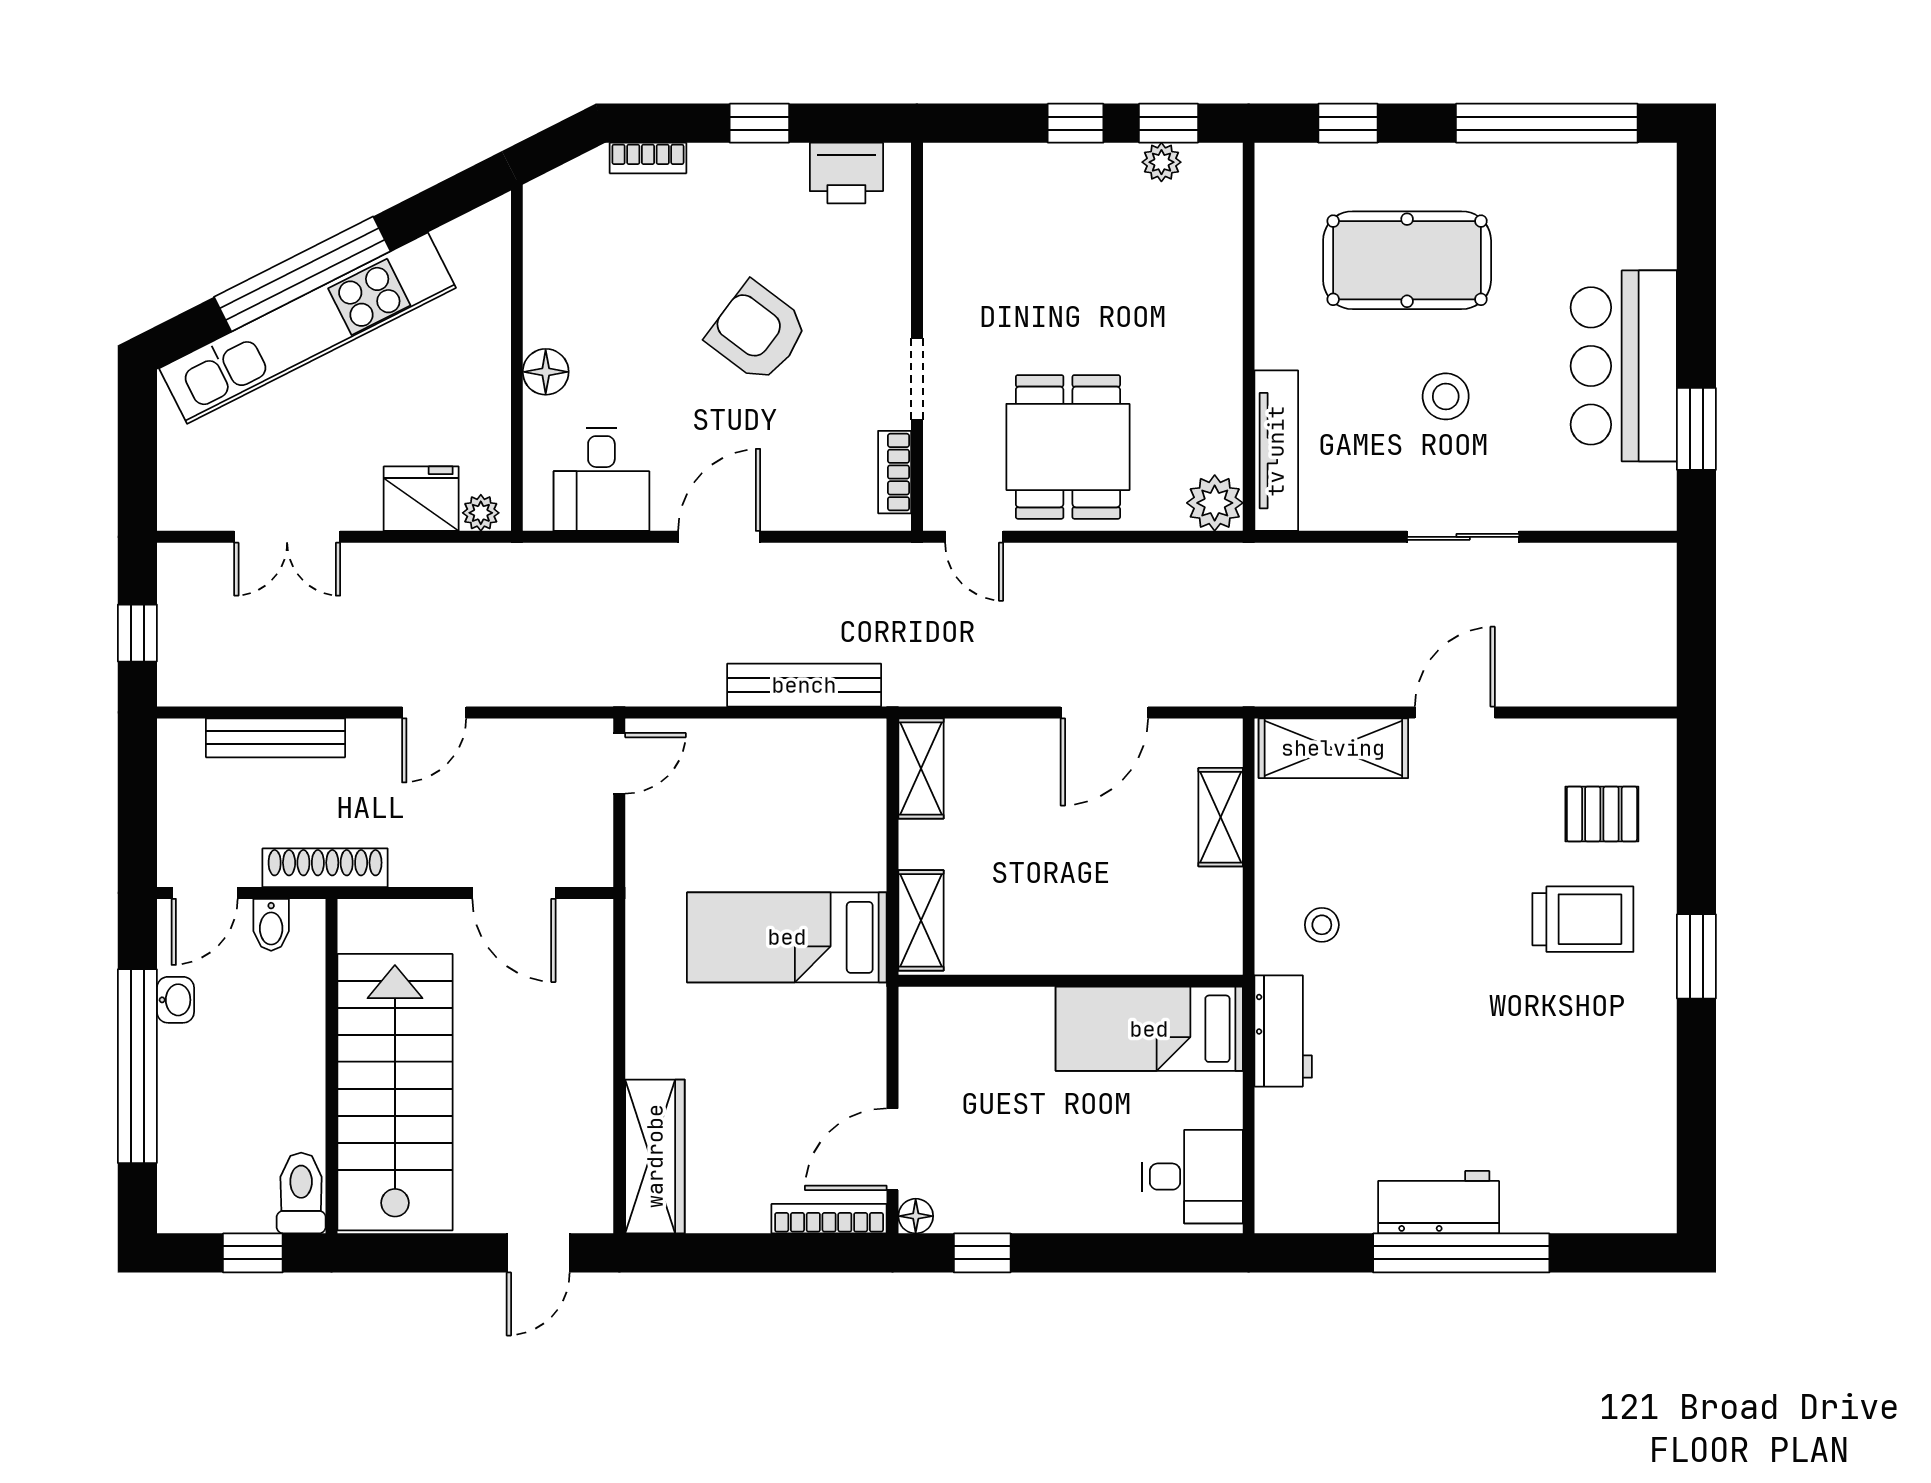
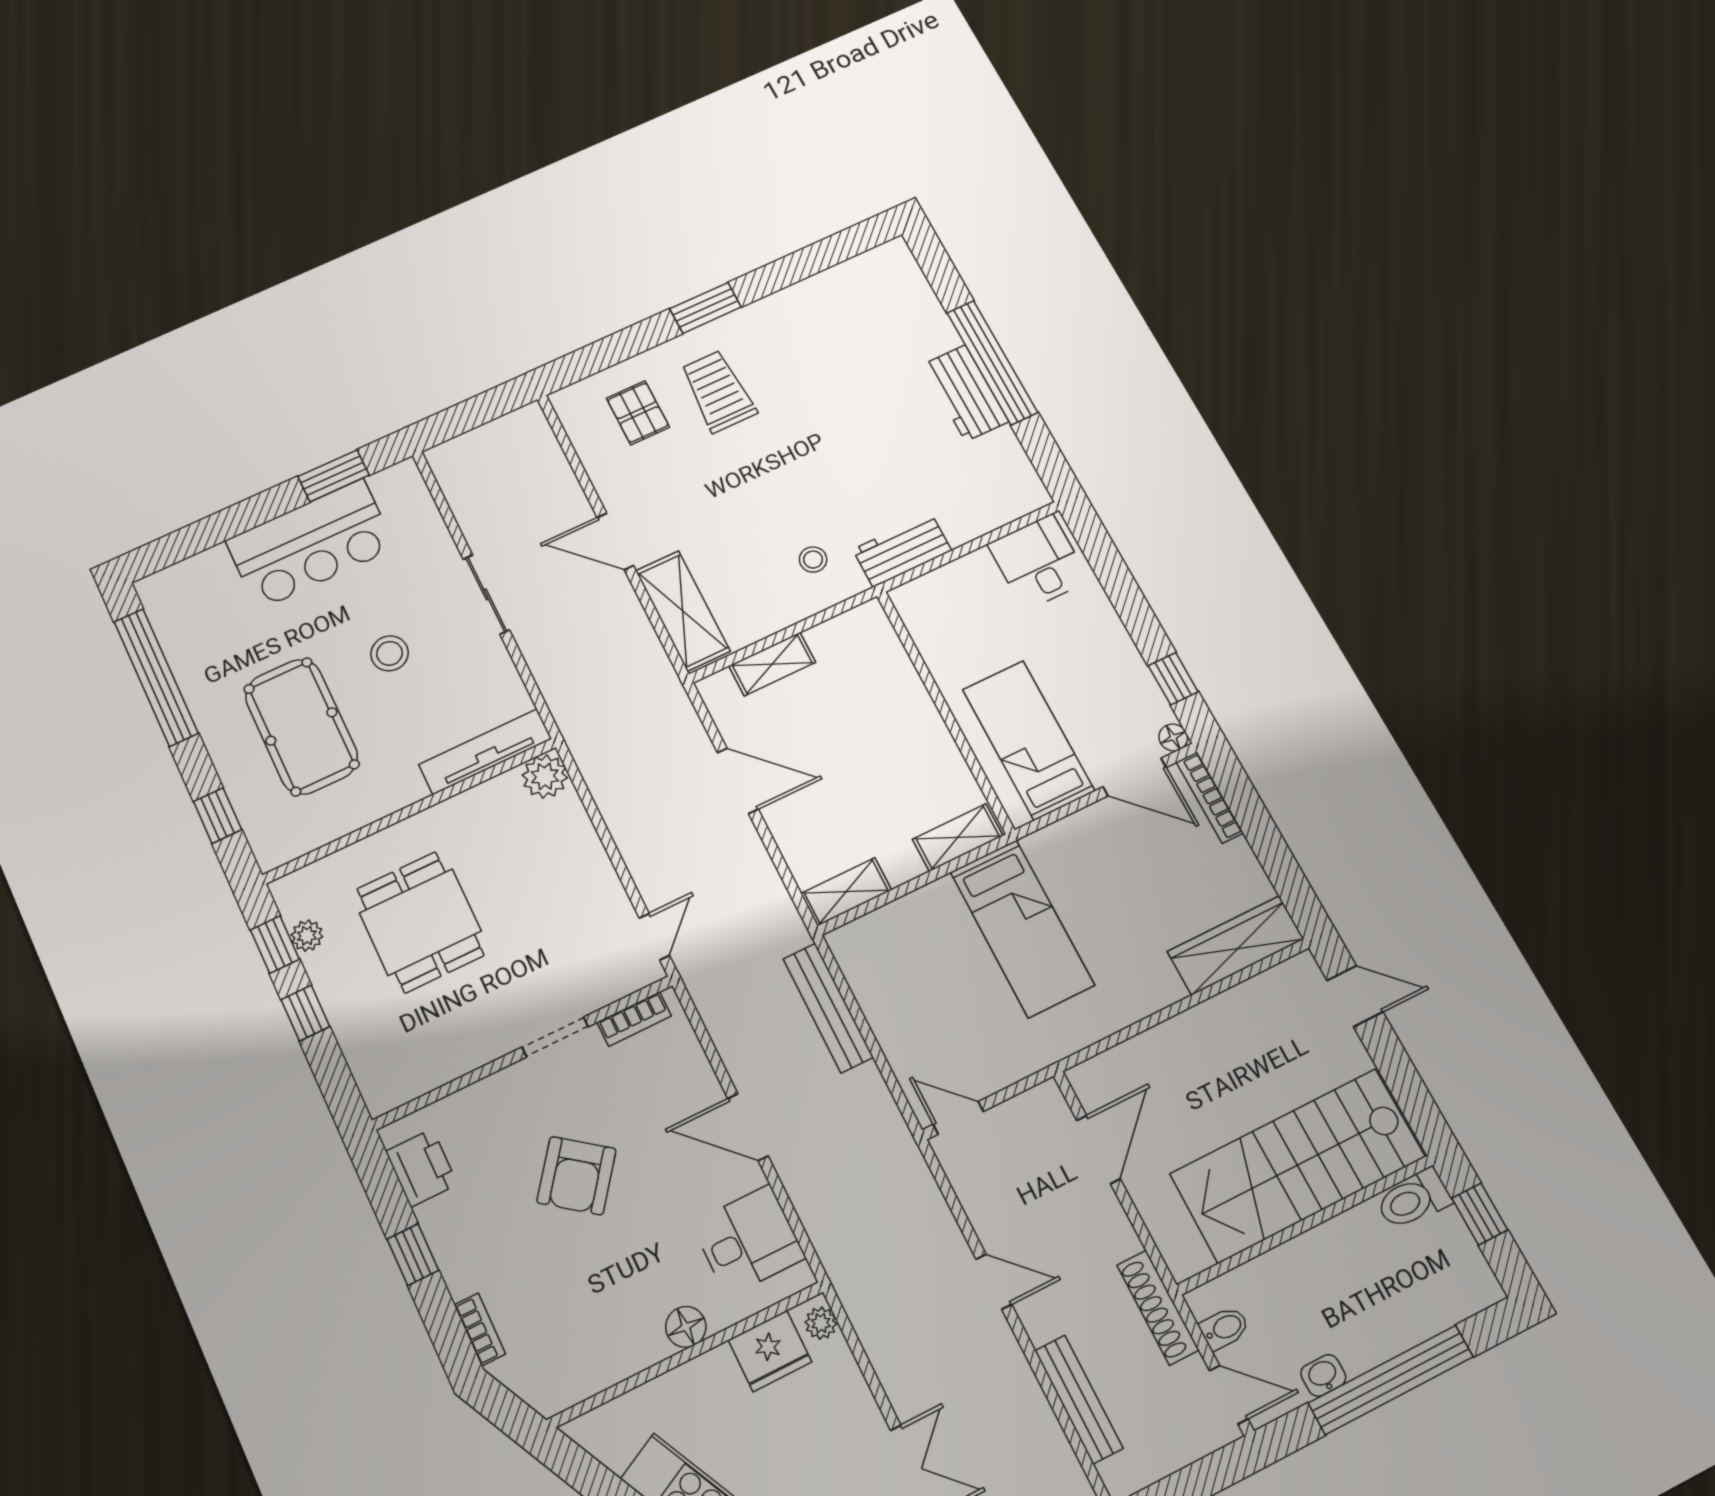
dining table: (1068, 447) -> (420, 922), moved, turned 90
fridge: (421, 499) -> (770, 1351), moved, turned -90
bed: (1149, 1029) -> (1028, 740), moved, turned 180

